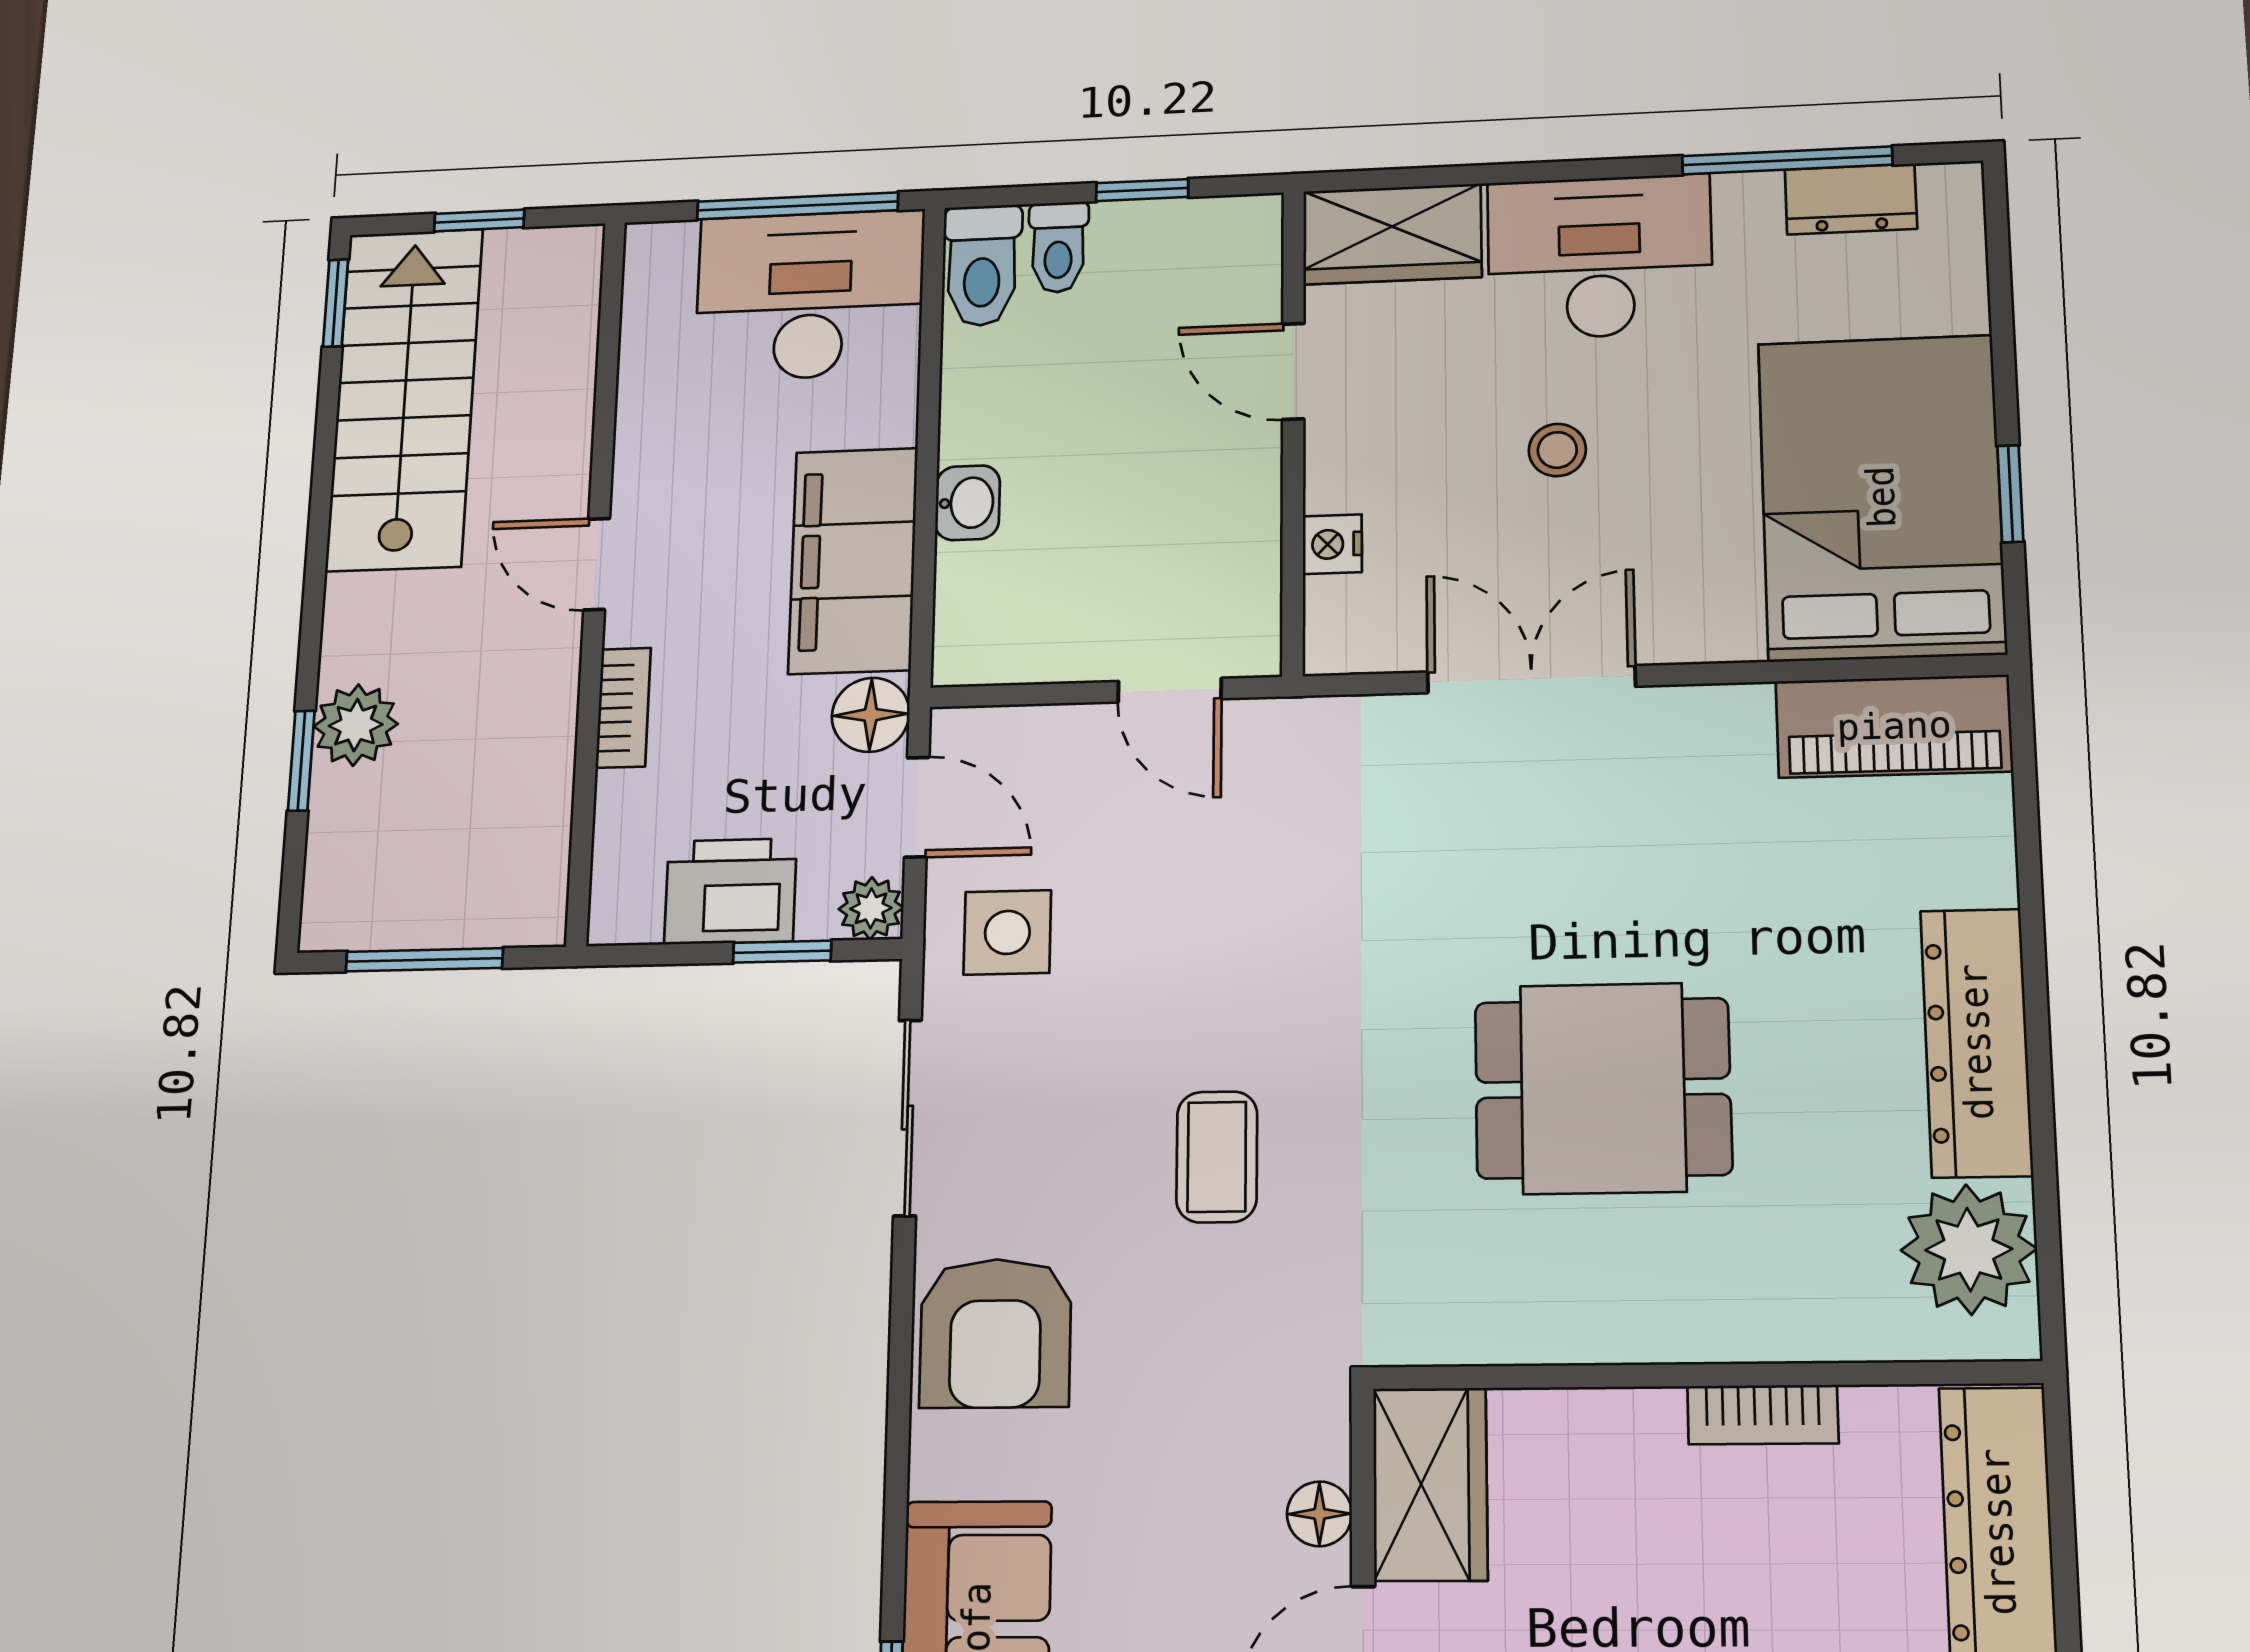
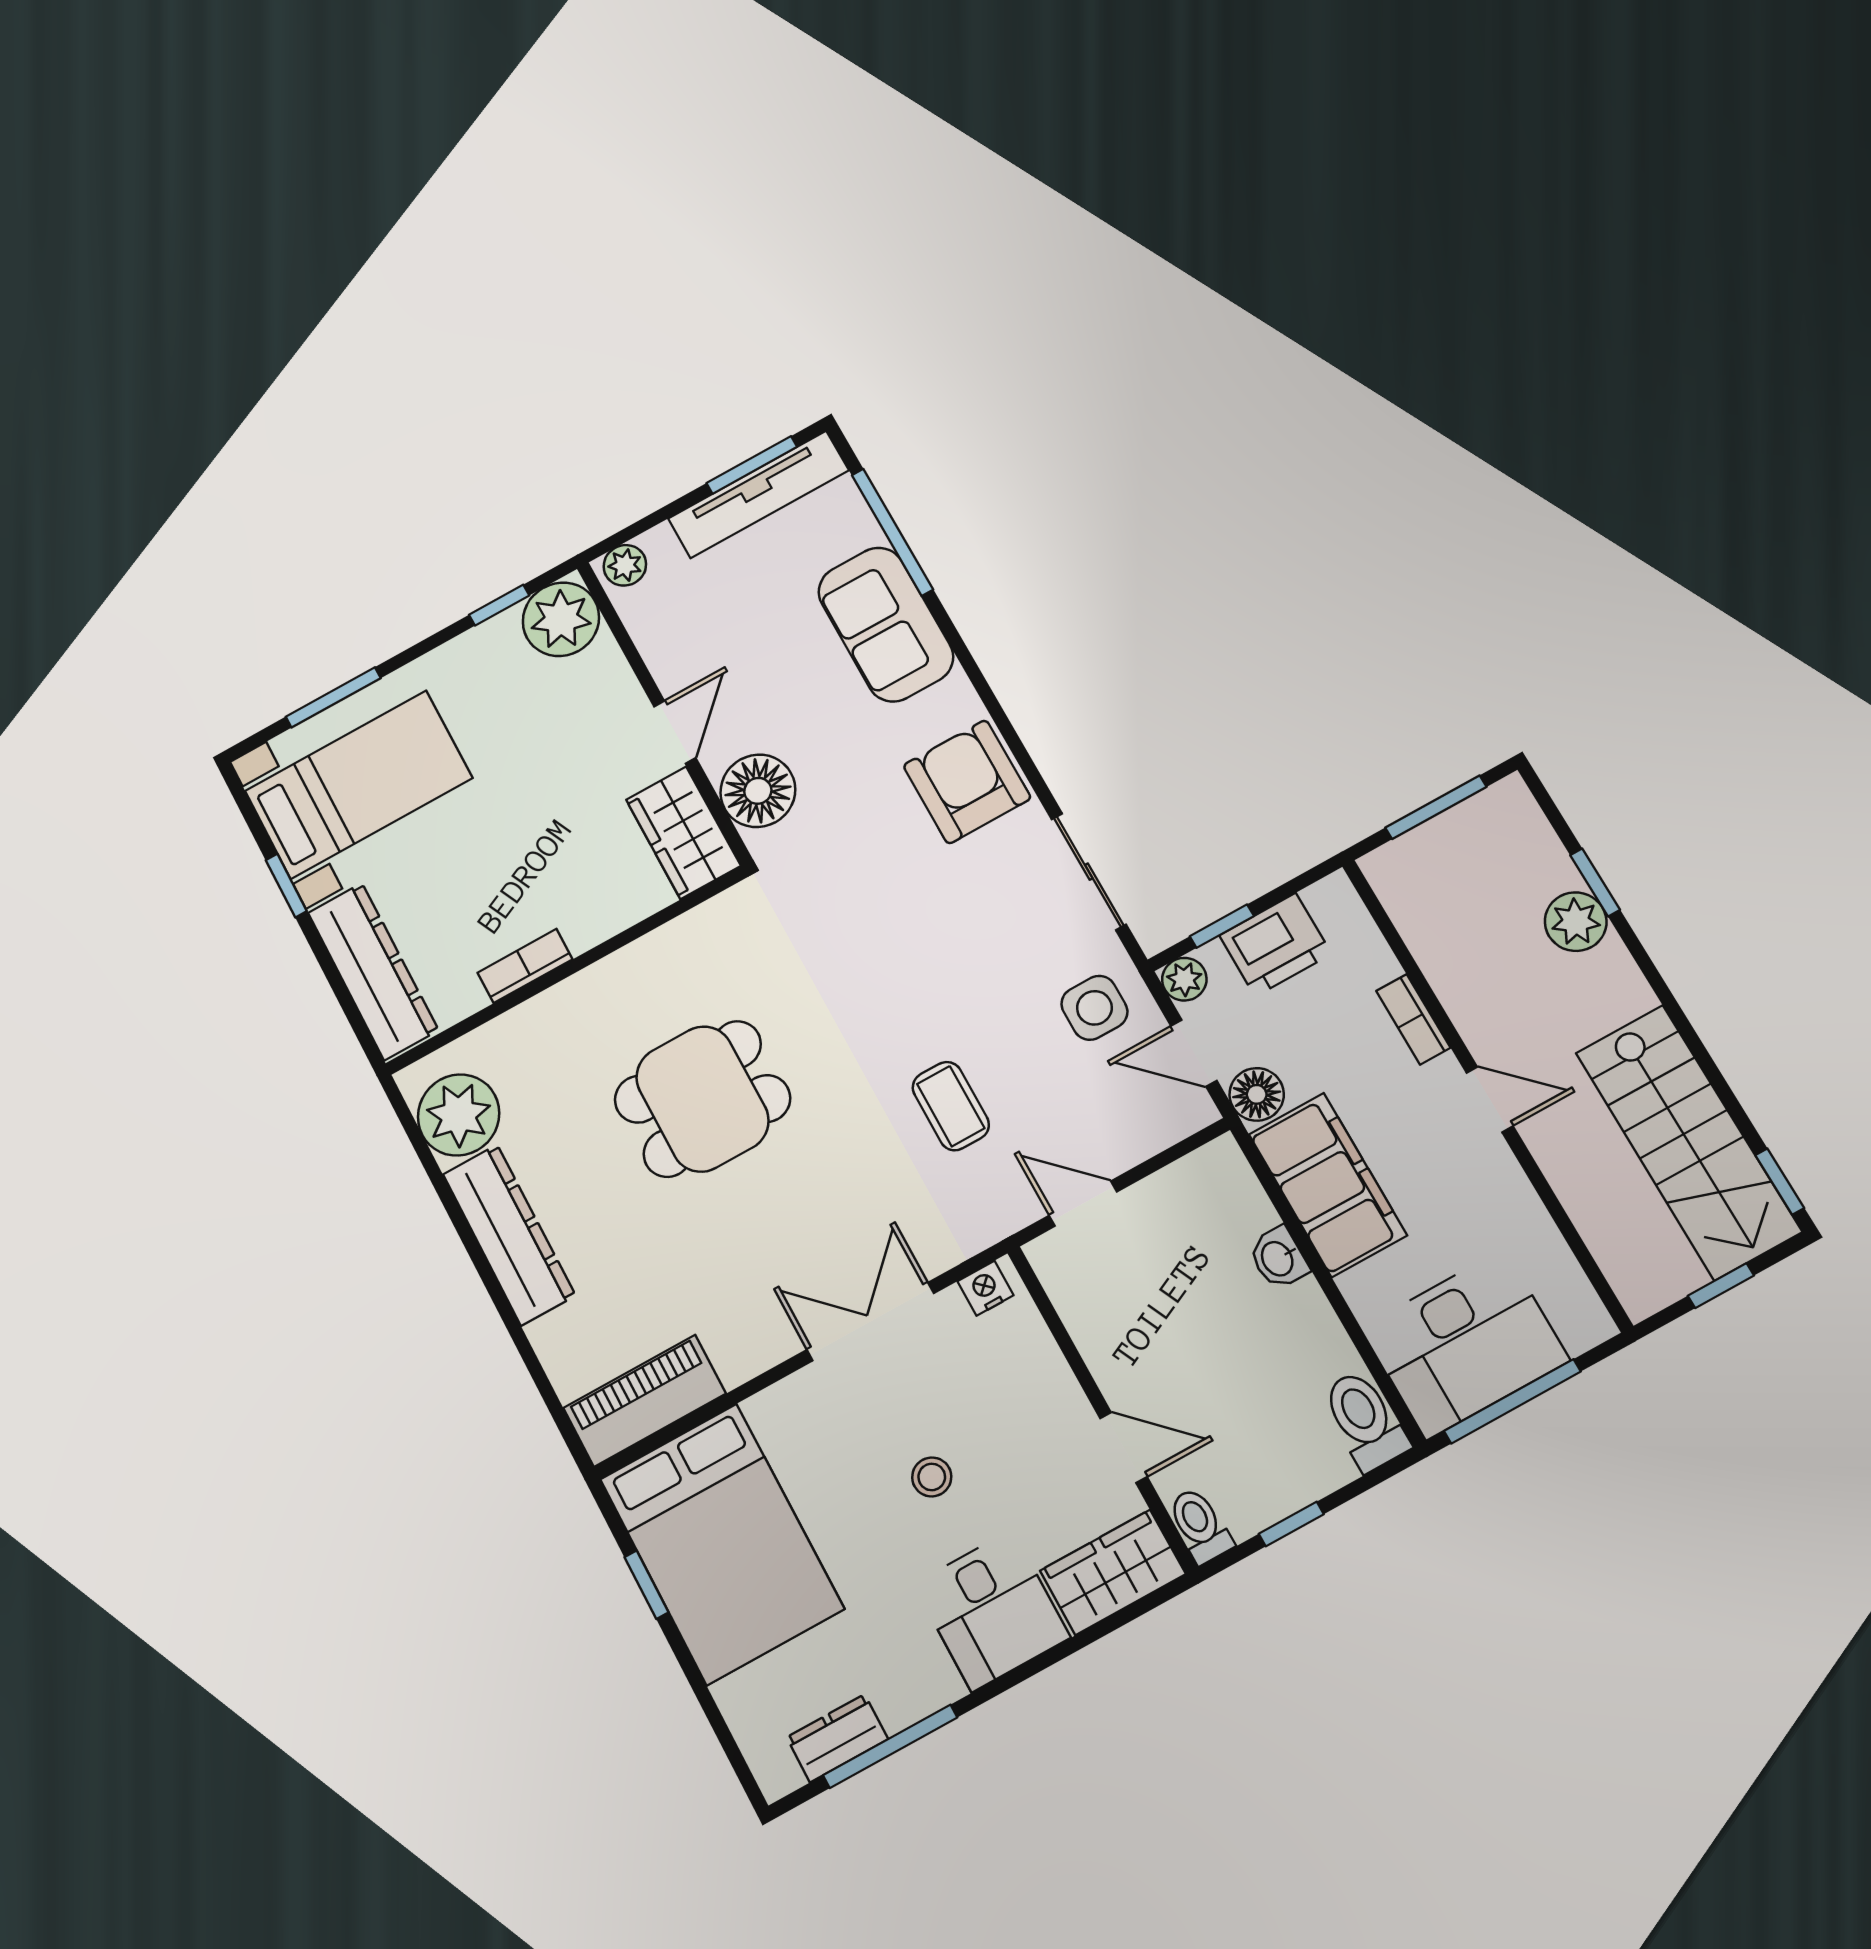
toilet: (1058, 247) -> (1200, 1525), moved
desk: (1600, 257) -> (992, 1611), width x0.73
nightstand: (1332, 544) -> (986, 1288), moved, turned -90
double door: (1531, 679) -> (870, 1322), swing flipped
coffee table: (1217, 1157) -> (951, 1106), moved
floor lamp: (1319, 1514) -> (758, 791), width x1.89, depth x1.89

